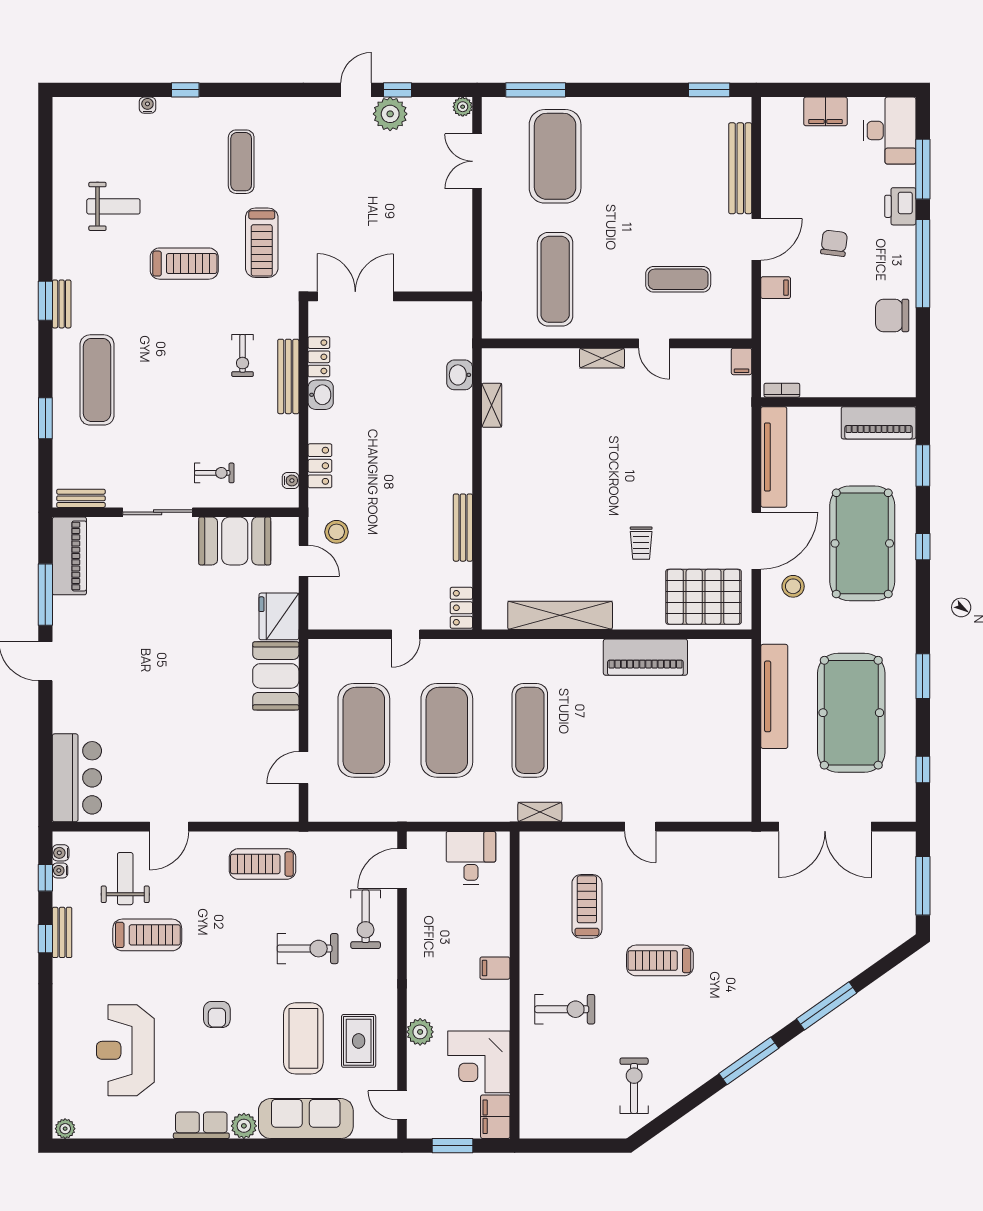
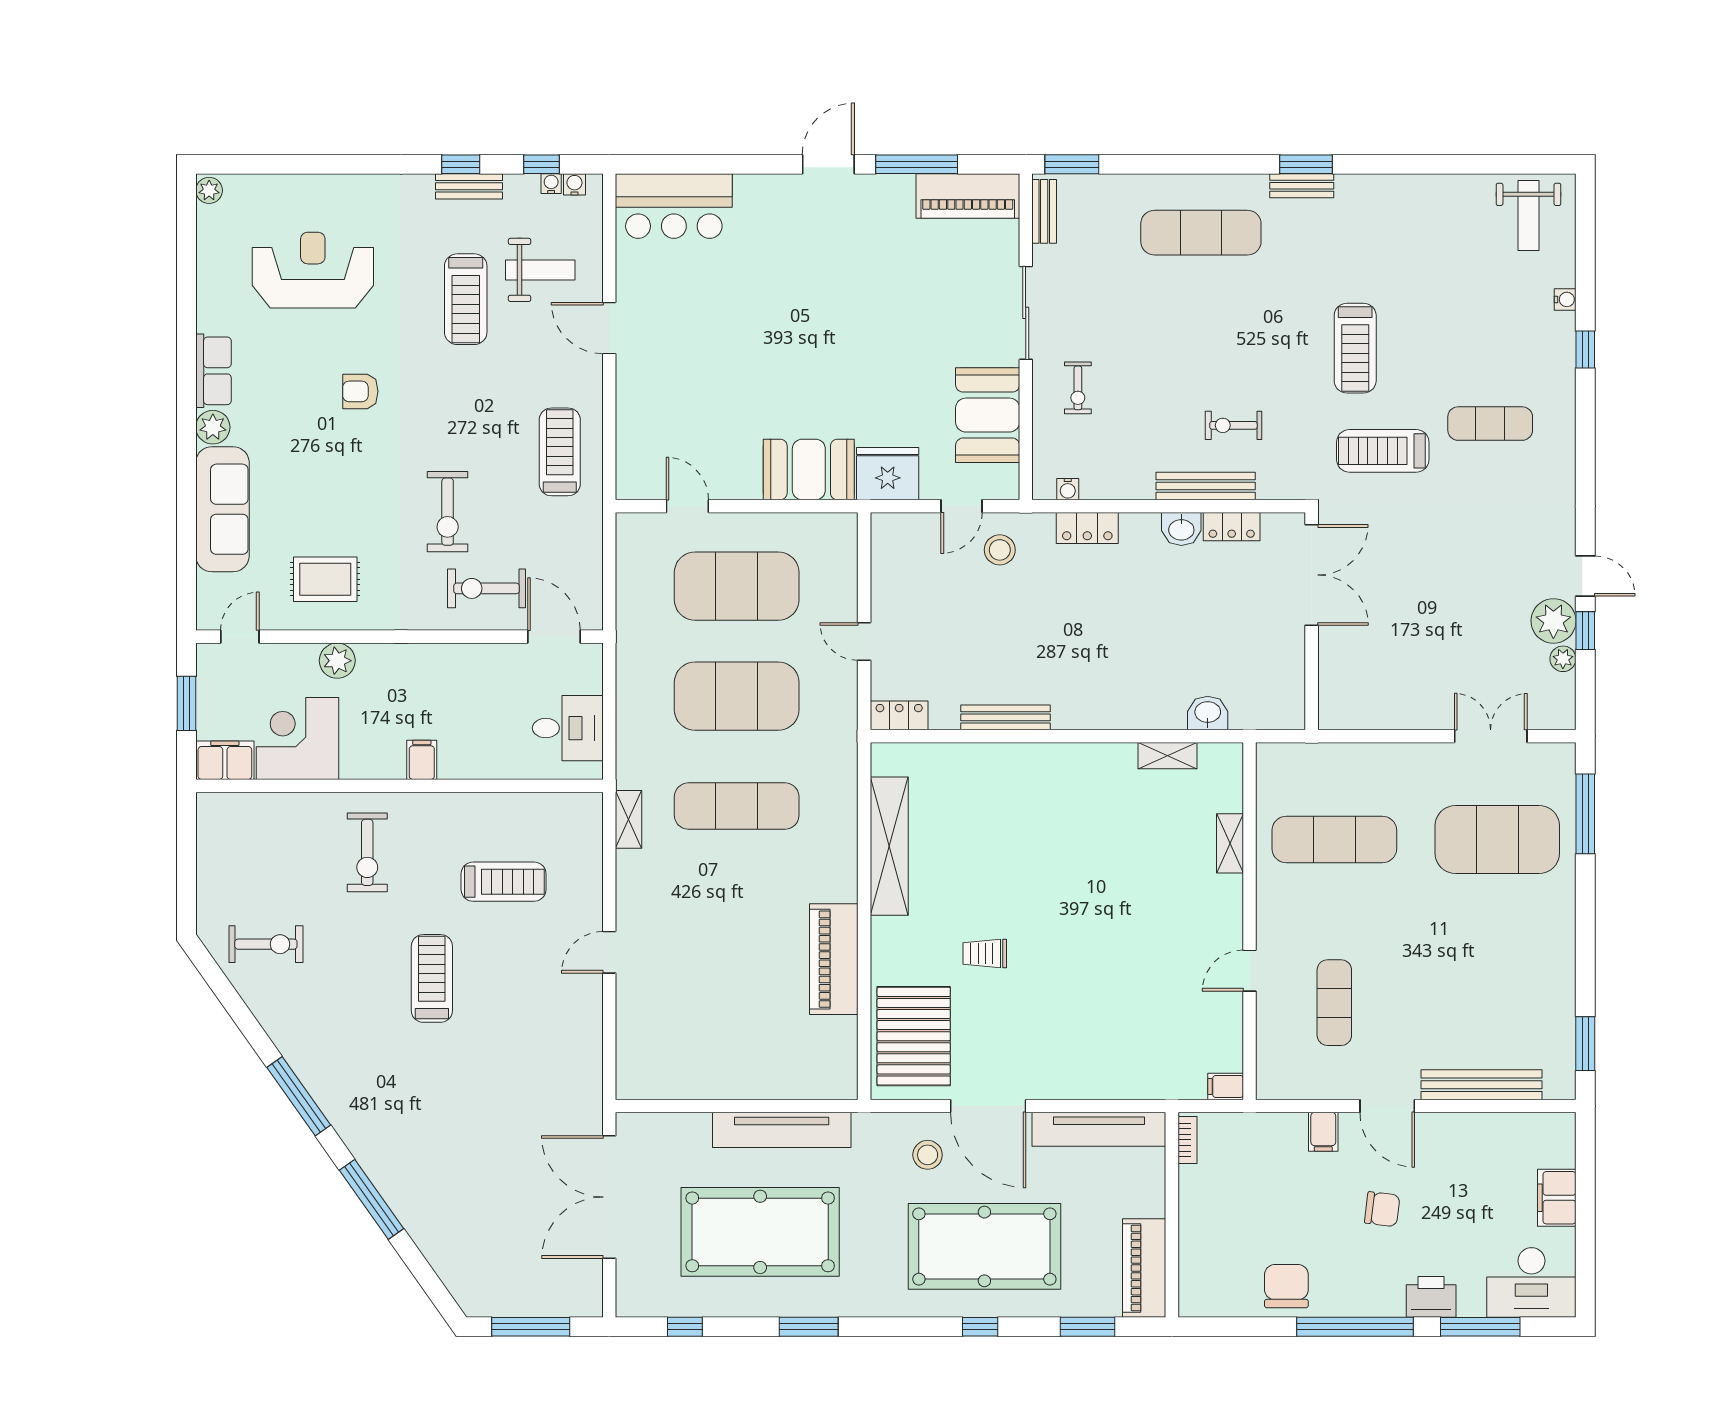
plant: (463, 107) -> (1563, 659), moved
weight bench: (113, 206) -> (1528, 215), moved
shelving: (602, 358) -> (1230, 843), moved
window: (45, 418) -> (1072, 164), moved
coffee table: (303, 1038) -> (329, 506), removed

